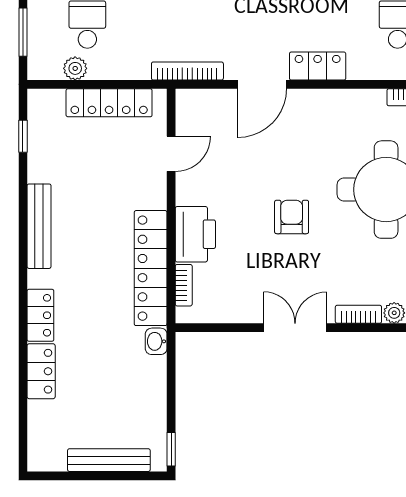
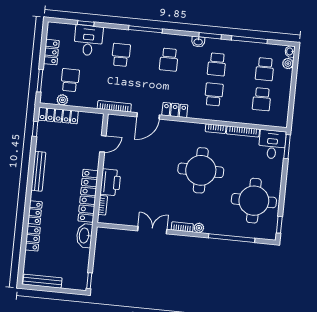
locker: (109, 103) -> (58, 116), moved
armchair: (292, 217) -> (156, 179), removed
washbasin: (156, 341) -> (84, 235), width x1.91, depth x1.45
bench: (109, 460) -> (42, 281), moved

